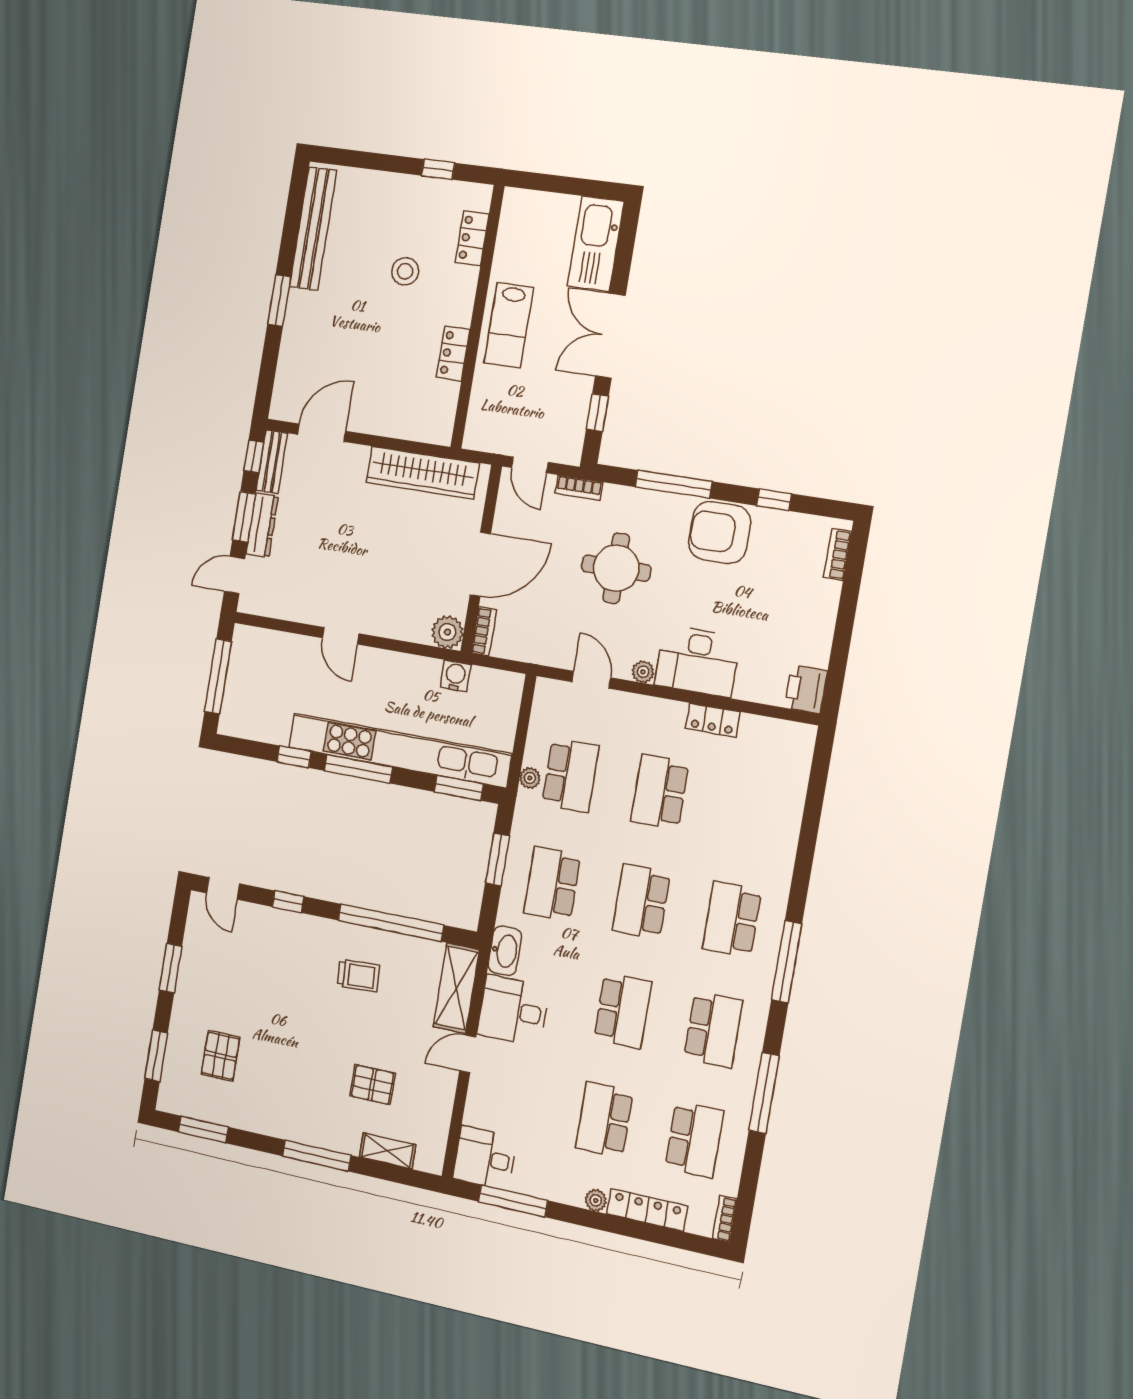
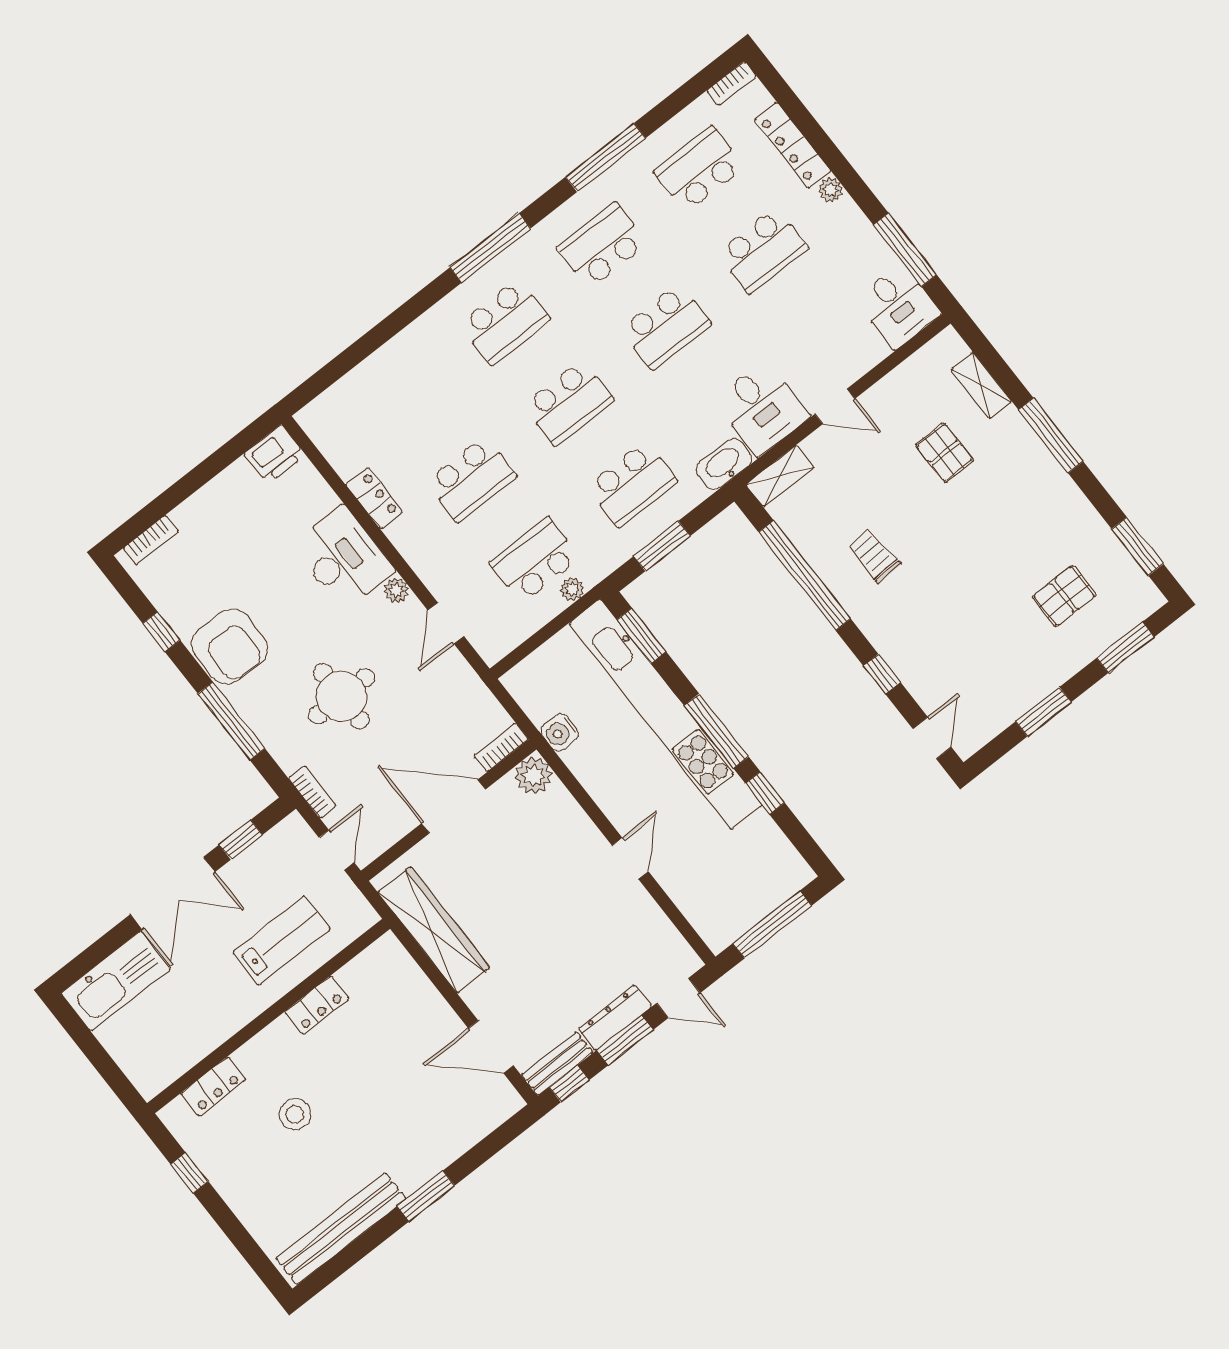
lab bench: (509, 325) -> (282, 941), moved
shelving: (456, 988) -> (780, 476), width x0.67, depth x0.75
school desk: (623, 1011) -> (666, 327), turned 180

